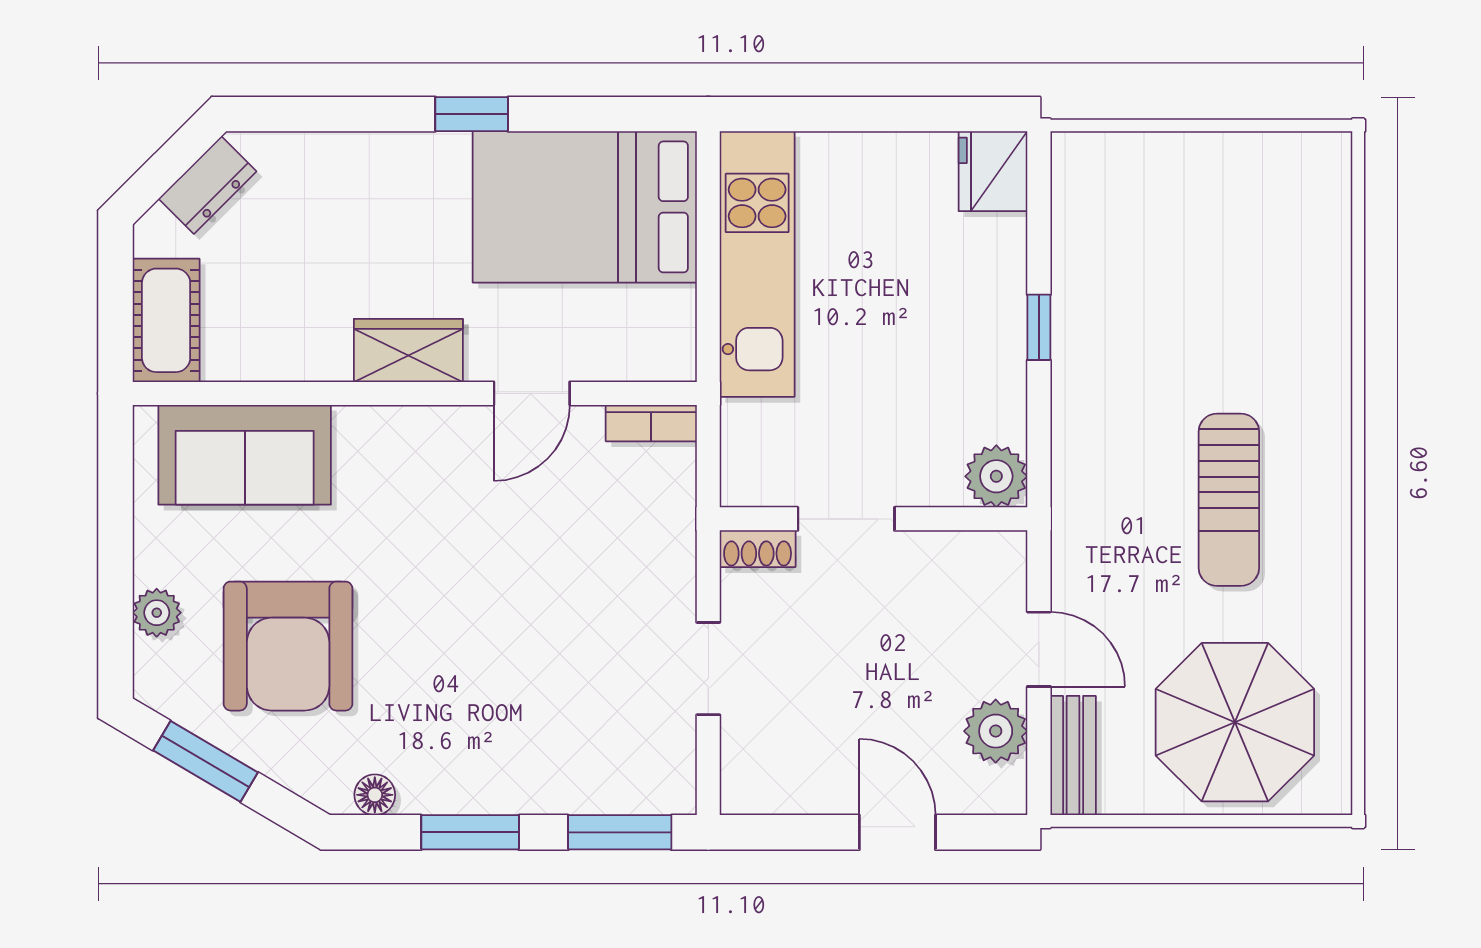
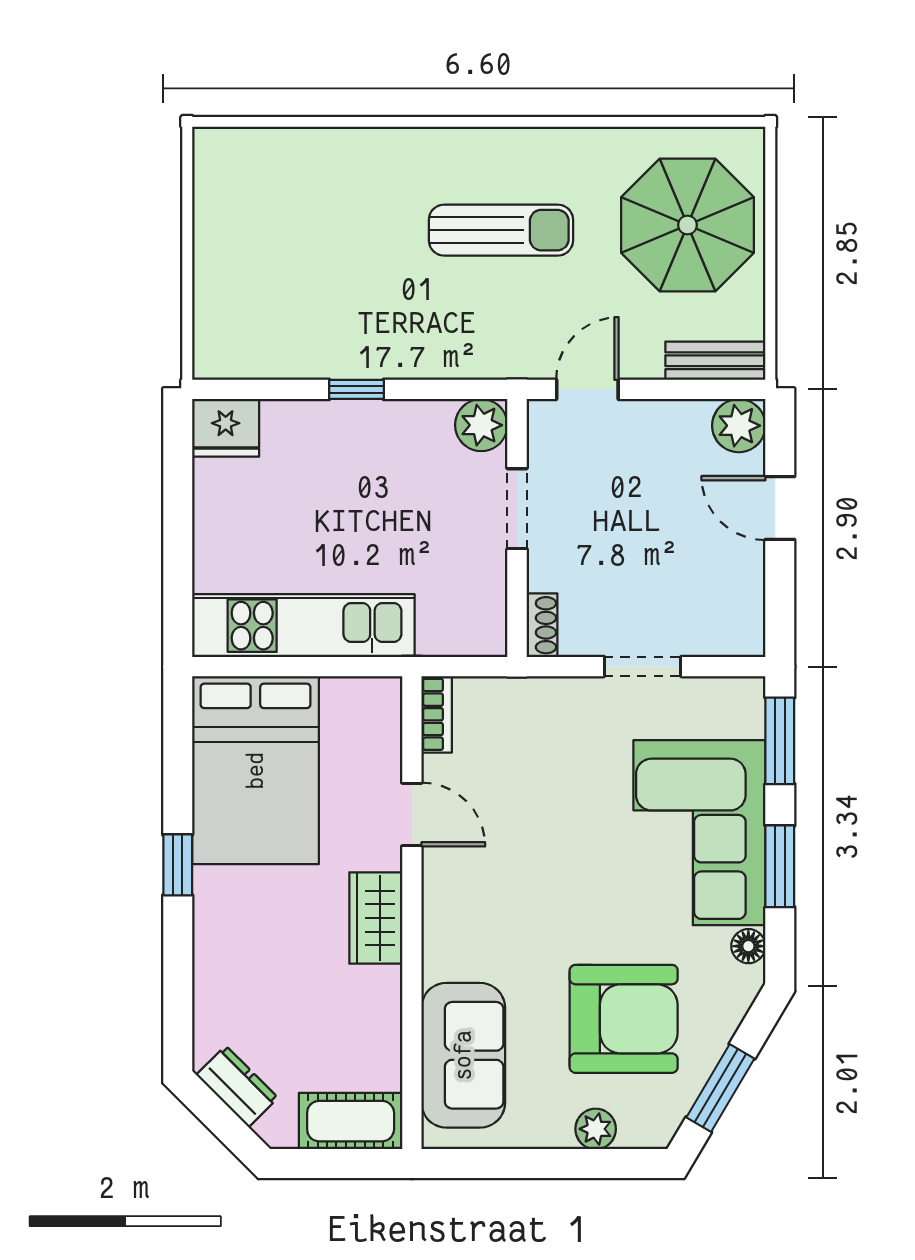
doorway: (846, 519) -> (517, 509), moved
door: (1039, 649) -> (587, 389), moved
plant: (996, 731) -> (739, 426), moved
corner sofa: (510, 736) -> (699, 833), added
door: (897, 832) -> (780, 508), hinge flipped

